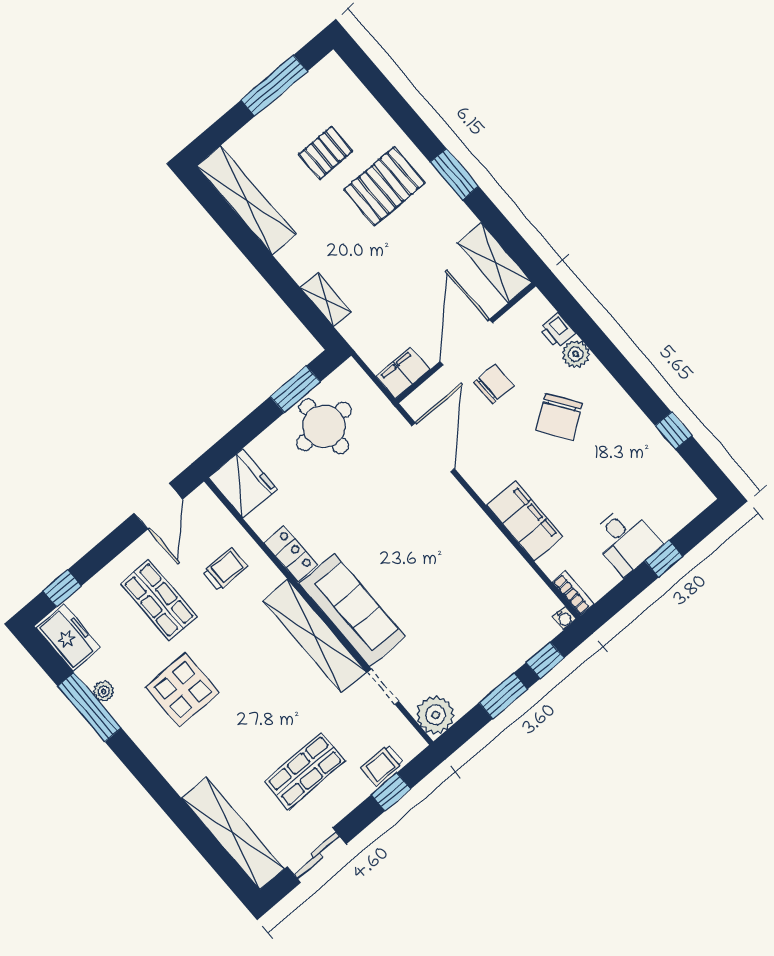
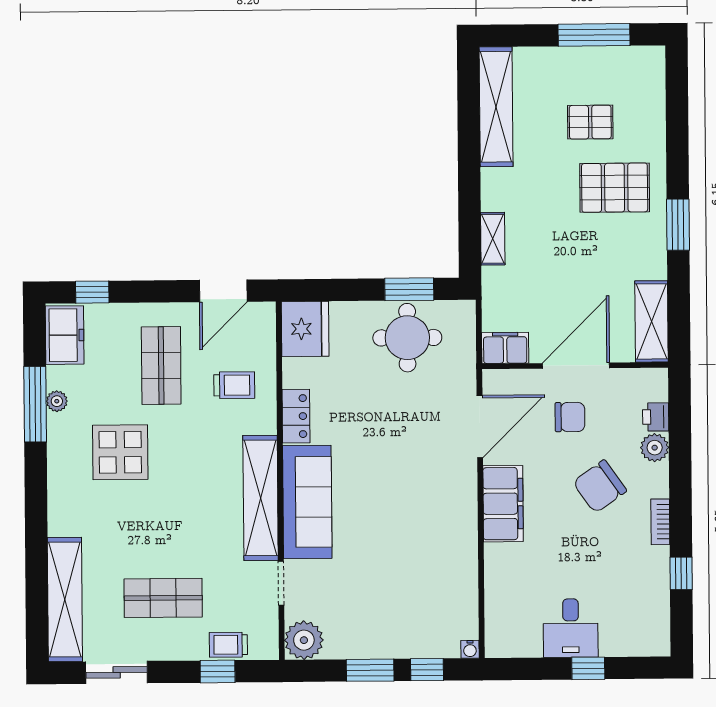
filing cabinet: (525, 521) -> (503, 504), moved
bookcase: (573, 593) -> (660, 522), moved, turned 180

